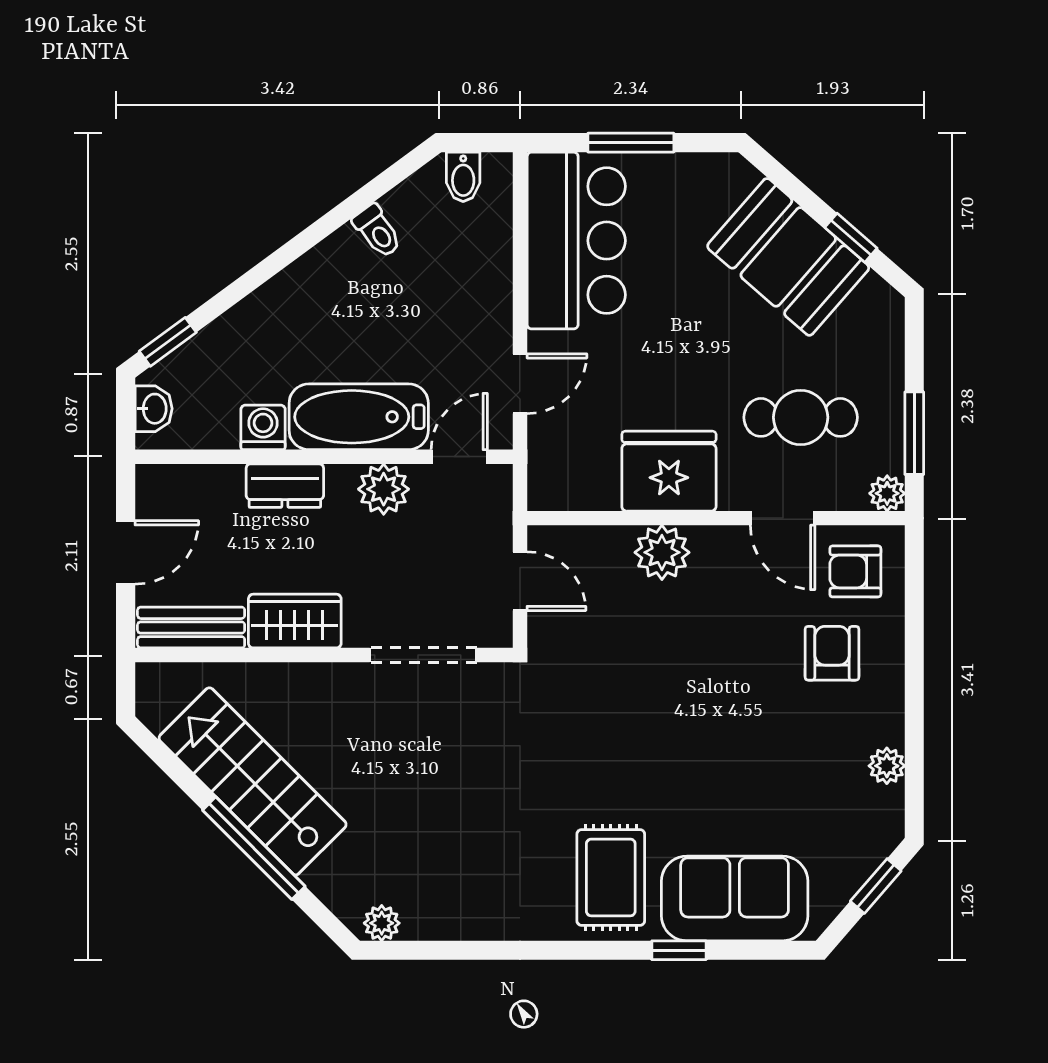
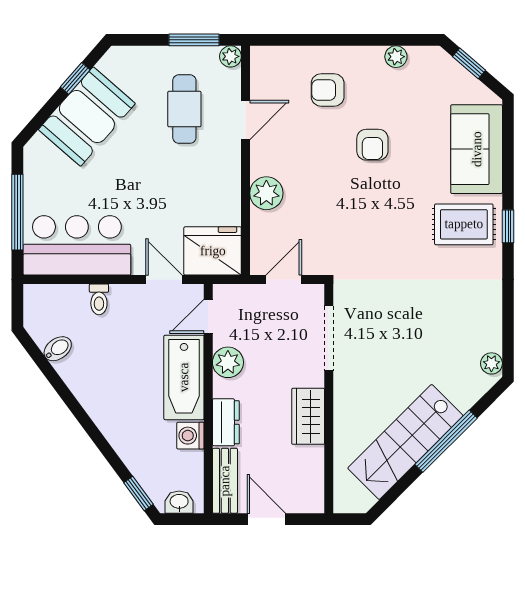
window: (631, 143) -> (17, 212), width x1.44
bidet: (463, 177) -> (58, 349), moved, turned -36
toilet: (377, 231) -> (99, 299), moved, turned 126
door: (459, 457) -> (208, 316), hinge flipped
fridge: (669, 471) -> (213, 251), moved, turned 90
armchair: (855, 571) -> (372, 145), moved
bench: (191, 628) -> (225, 481), moved
window: (679, 950) -> (508, 226), moved

